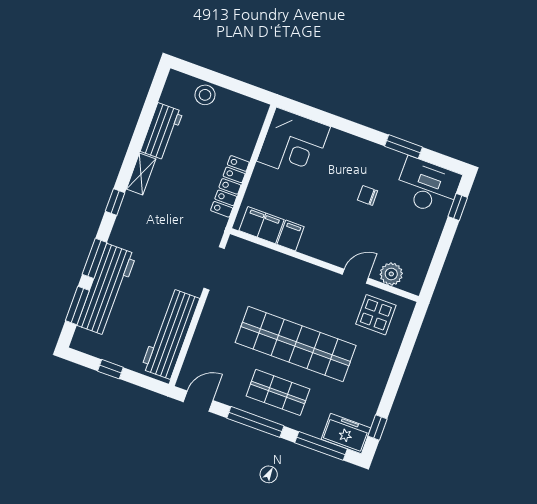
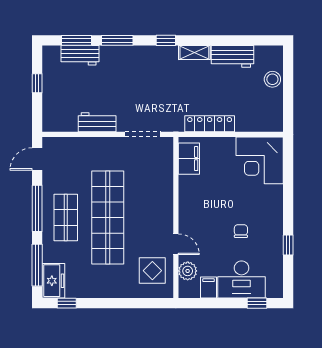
window: (404, 147) -> (288, 245), width x0.67
desk: (428, 186) -> (242, 279), moved, turned 90
filing cabinet: (291, 236) -> (209, 288), moved, turned -90
workbench: (107, 290) -> (80, 55), width x0.53, depth x0.76
workbench: (170, 334) -> (97, 122), width x0.53, depth x0.76
door: (198, 401) -> (37, 159), swing flipped

